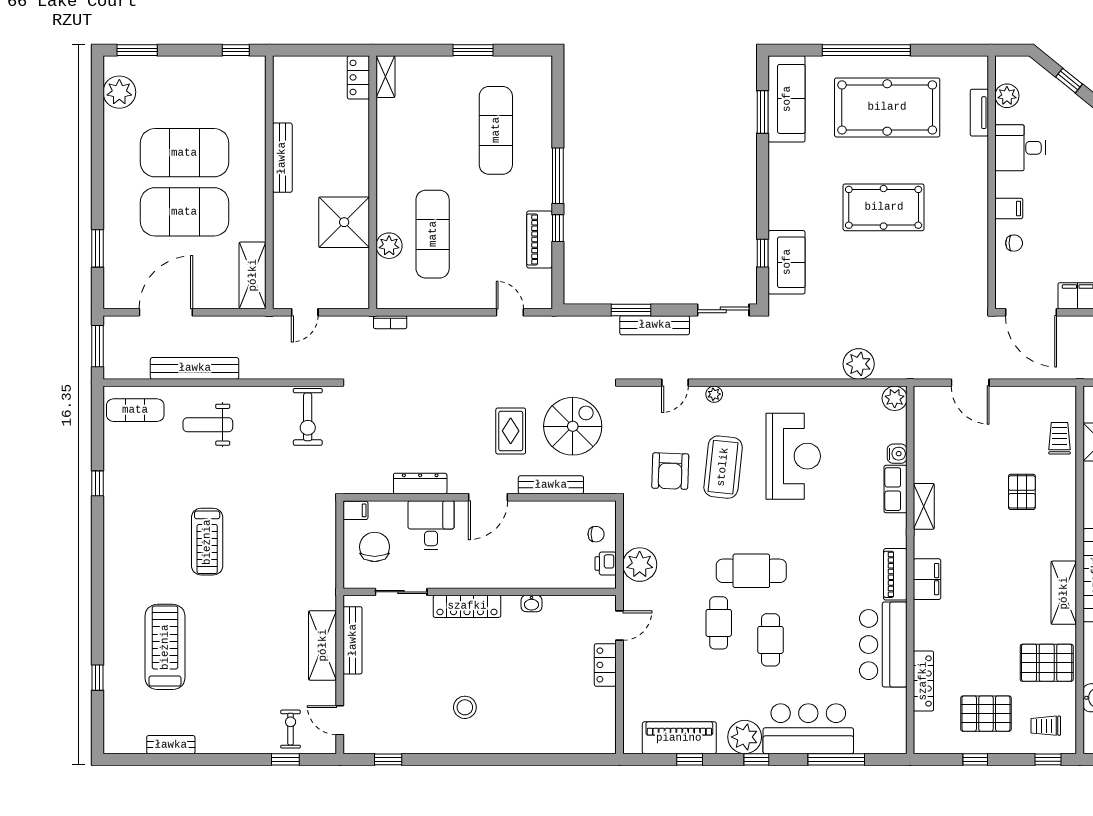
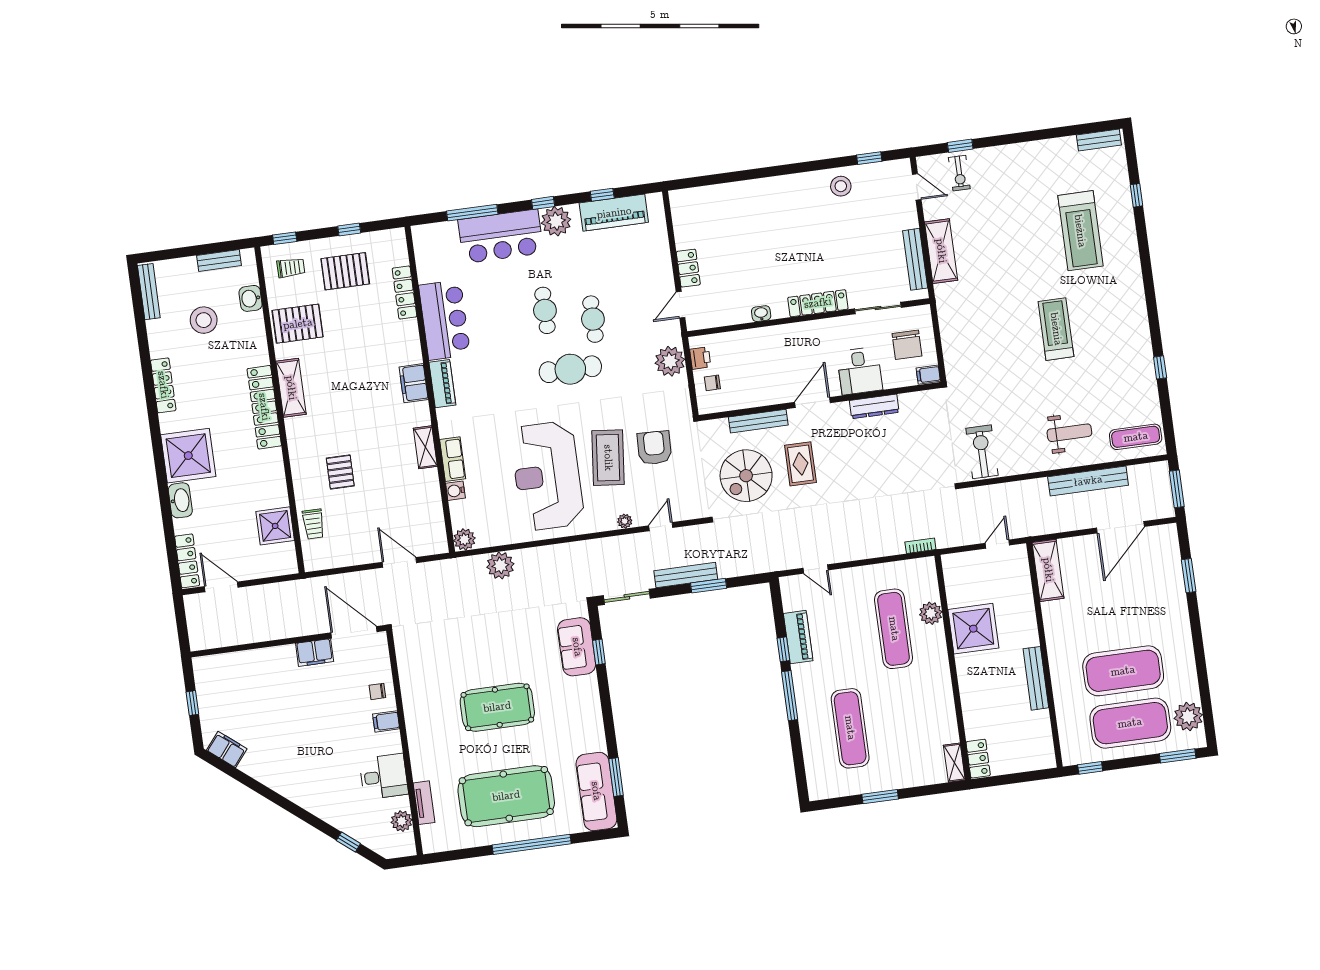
exercise mat: (184, 212) -> (1130, 723), moved
reception desk: (793, 456) -> (547, 476), width x1.36, depth x1.30
stool: (465, 707) -> (841, 186), moved
bench: (171, 745) -> (1099, 140), moved

